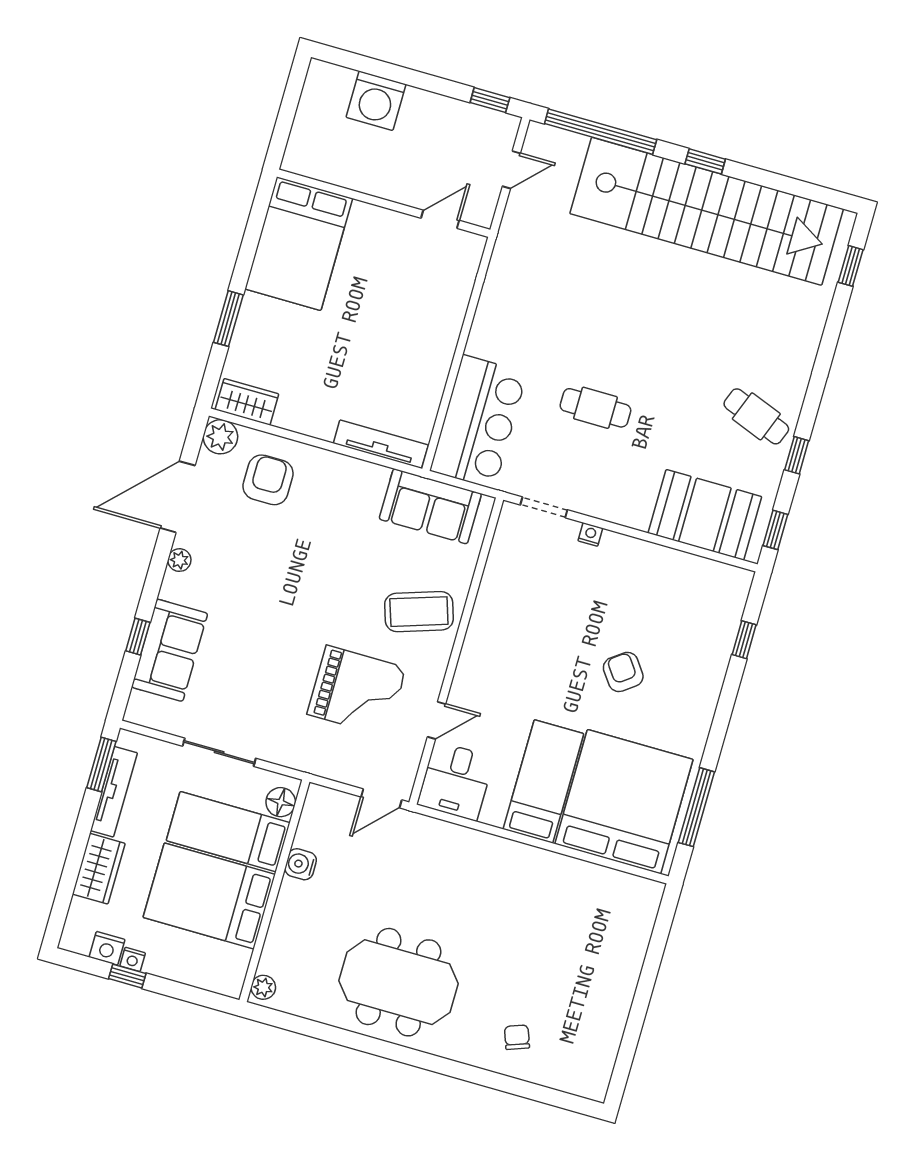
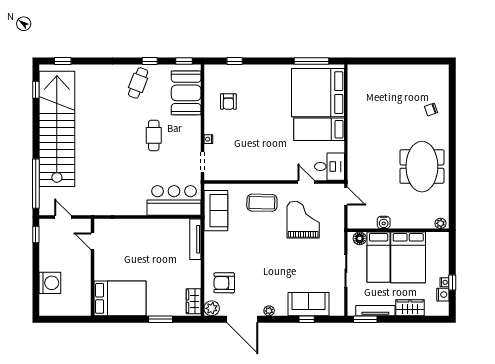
window: (705, 161) -> (36, 90), moved
cafe table: (595, 408) -> (154, 135), moved
coffee table: (419, 612) -> (262, 203), turned -71
armchair: (623, 672) -> (228, 101), moved, turned -54

